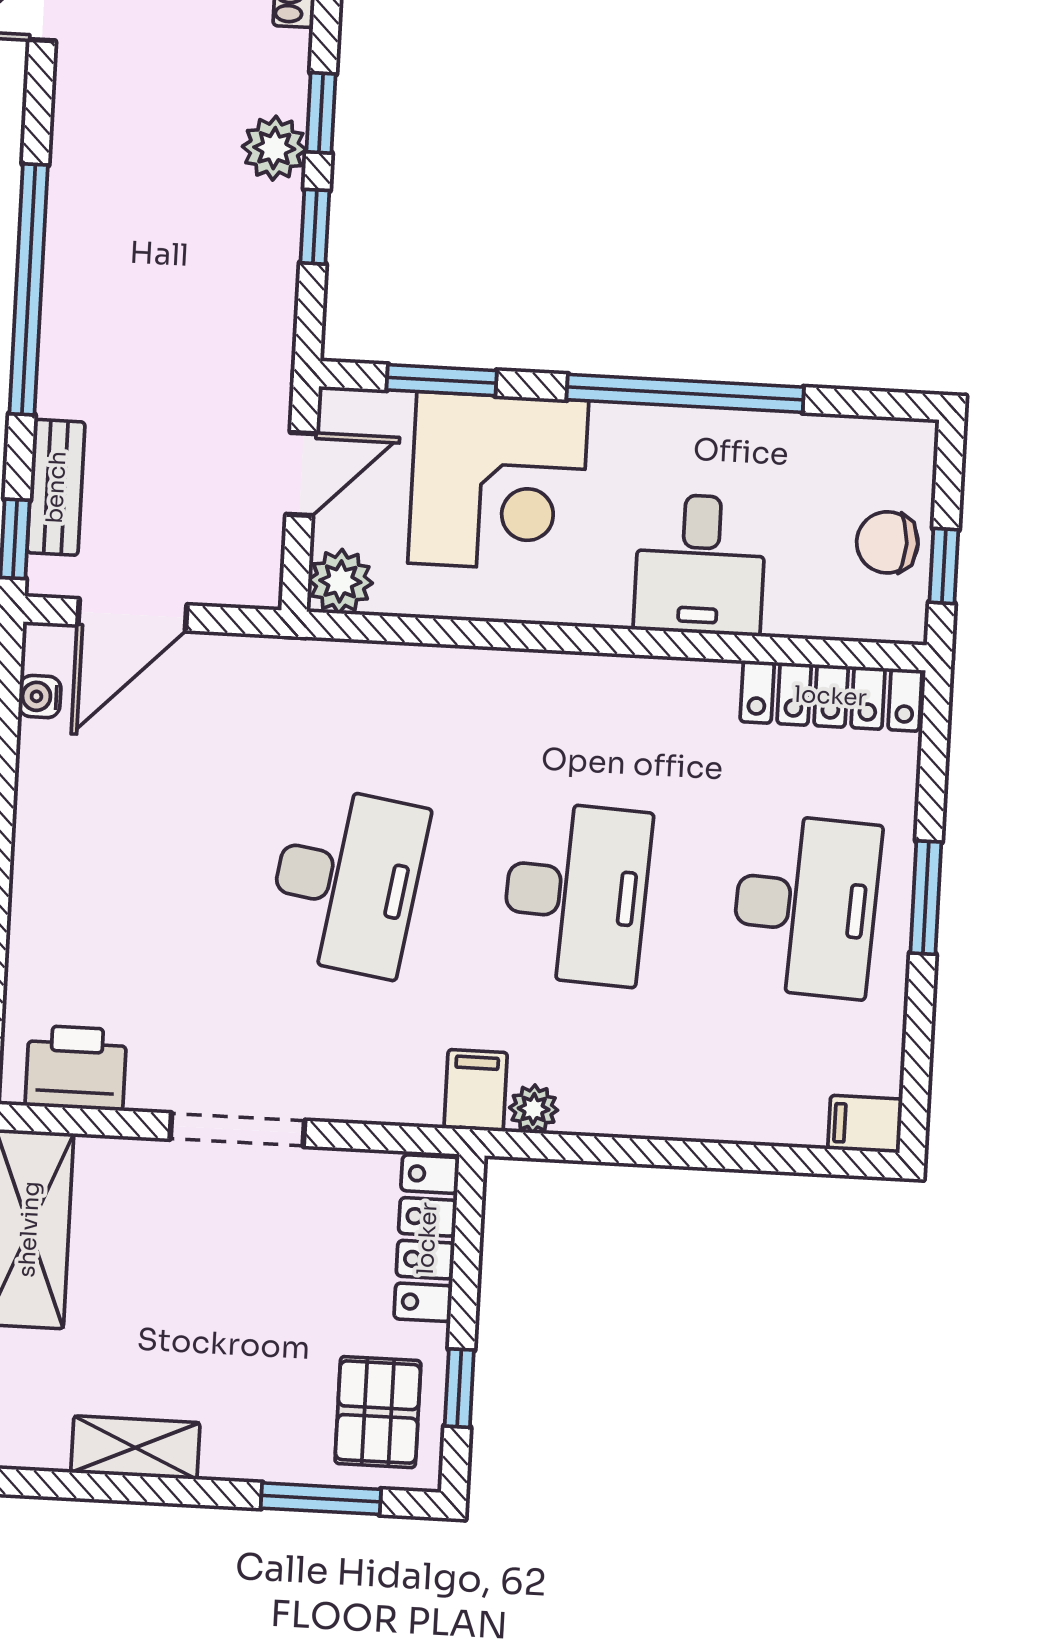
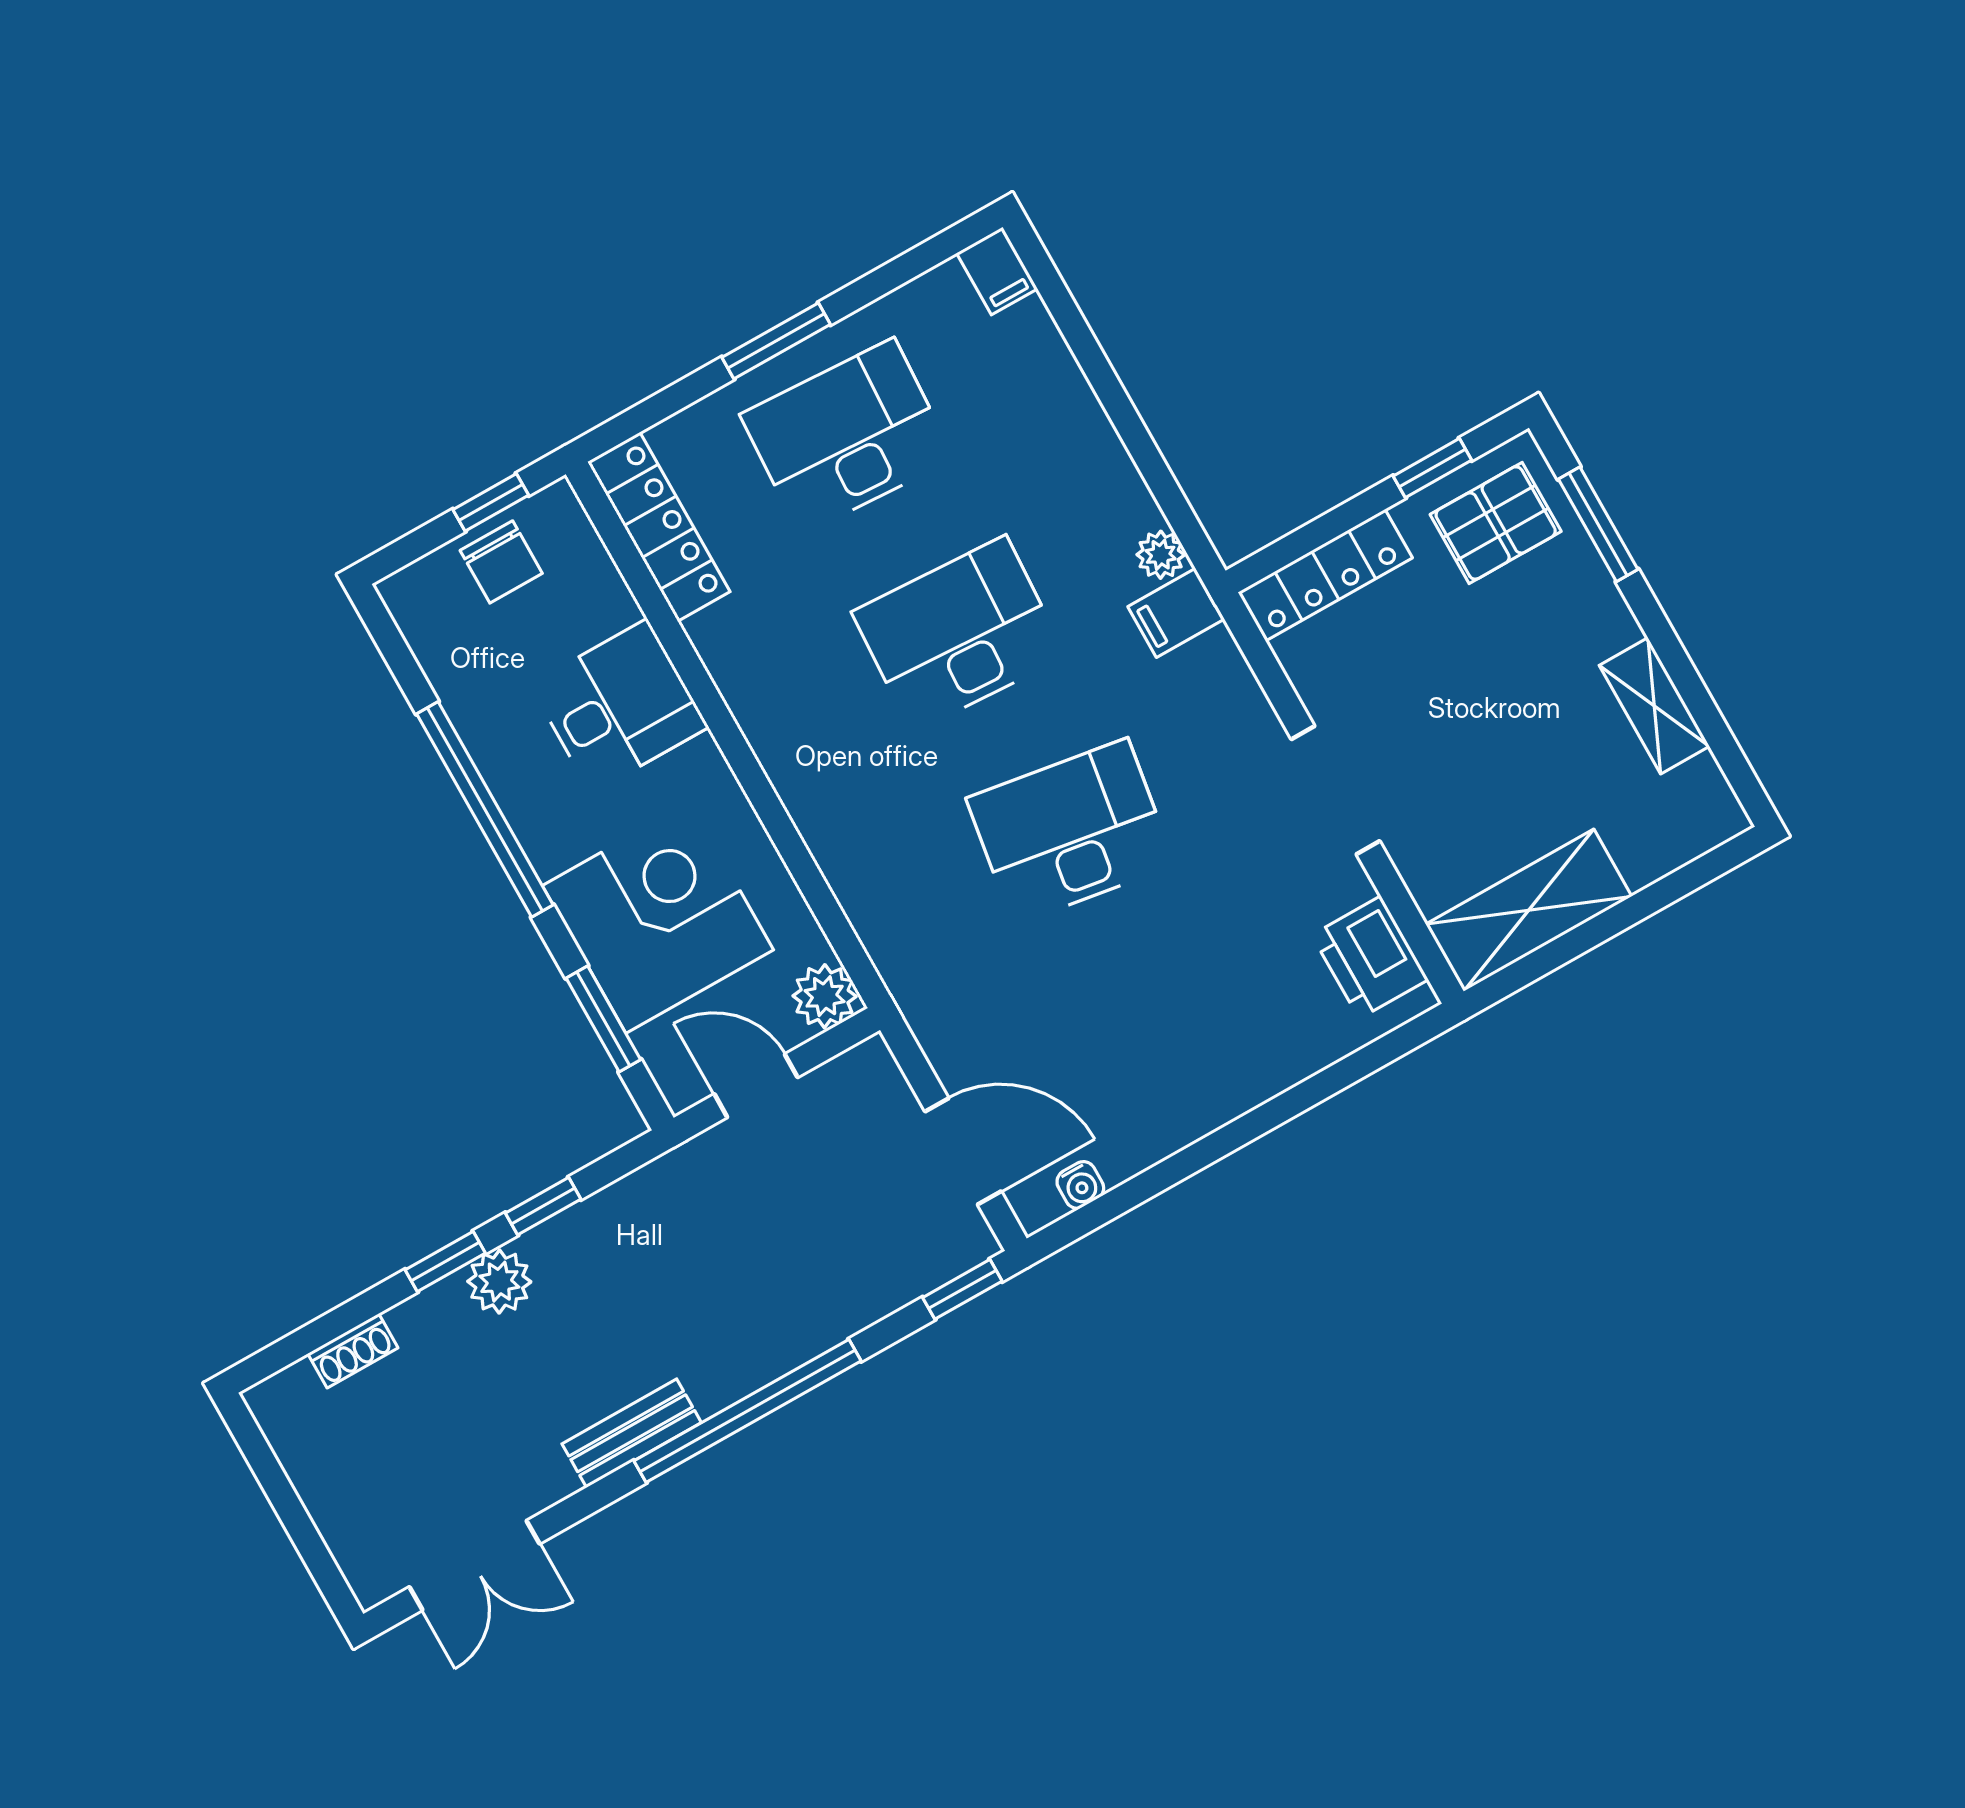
bench: (56, 487) -> (632, 1433), moved

